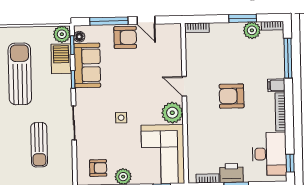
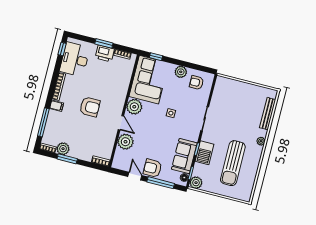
barbecue: (61, 59) -> (205, 153), moved
plant: (171, 63) -> (125, 142), added
sun lounger: (39, 145) -> (233, 110), removed

